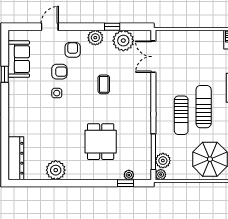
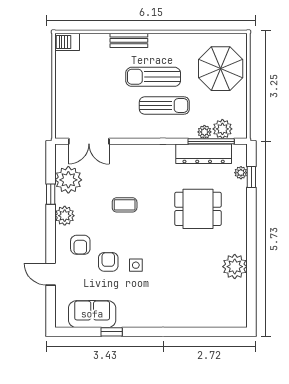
armchair: (73, 50) -> (80, 245), turned -90
dresser: (16, 158) -> (204, 154), moved, turned 180
plant: (161, 175) -> (204, 132), moved

